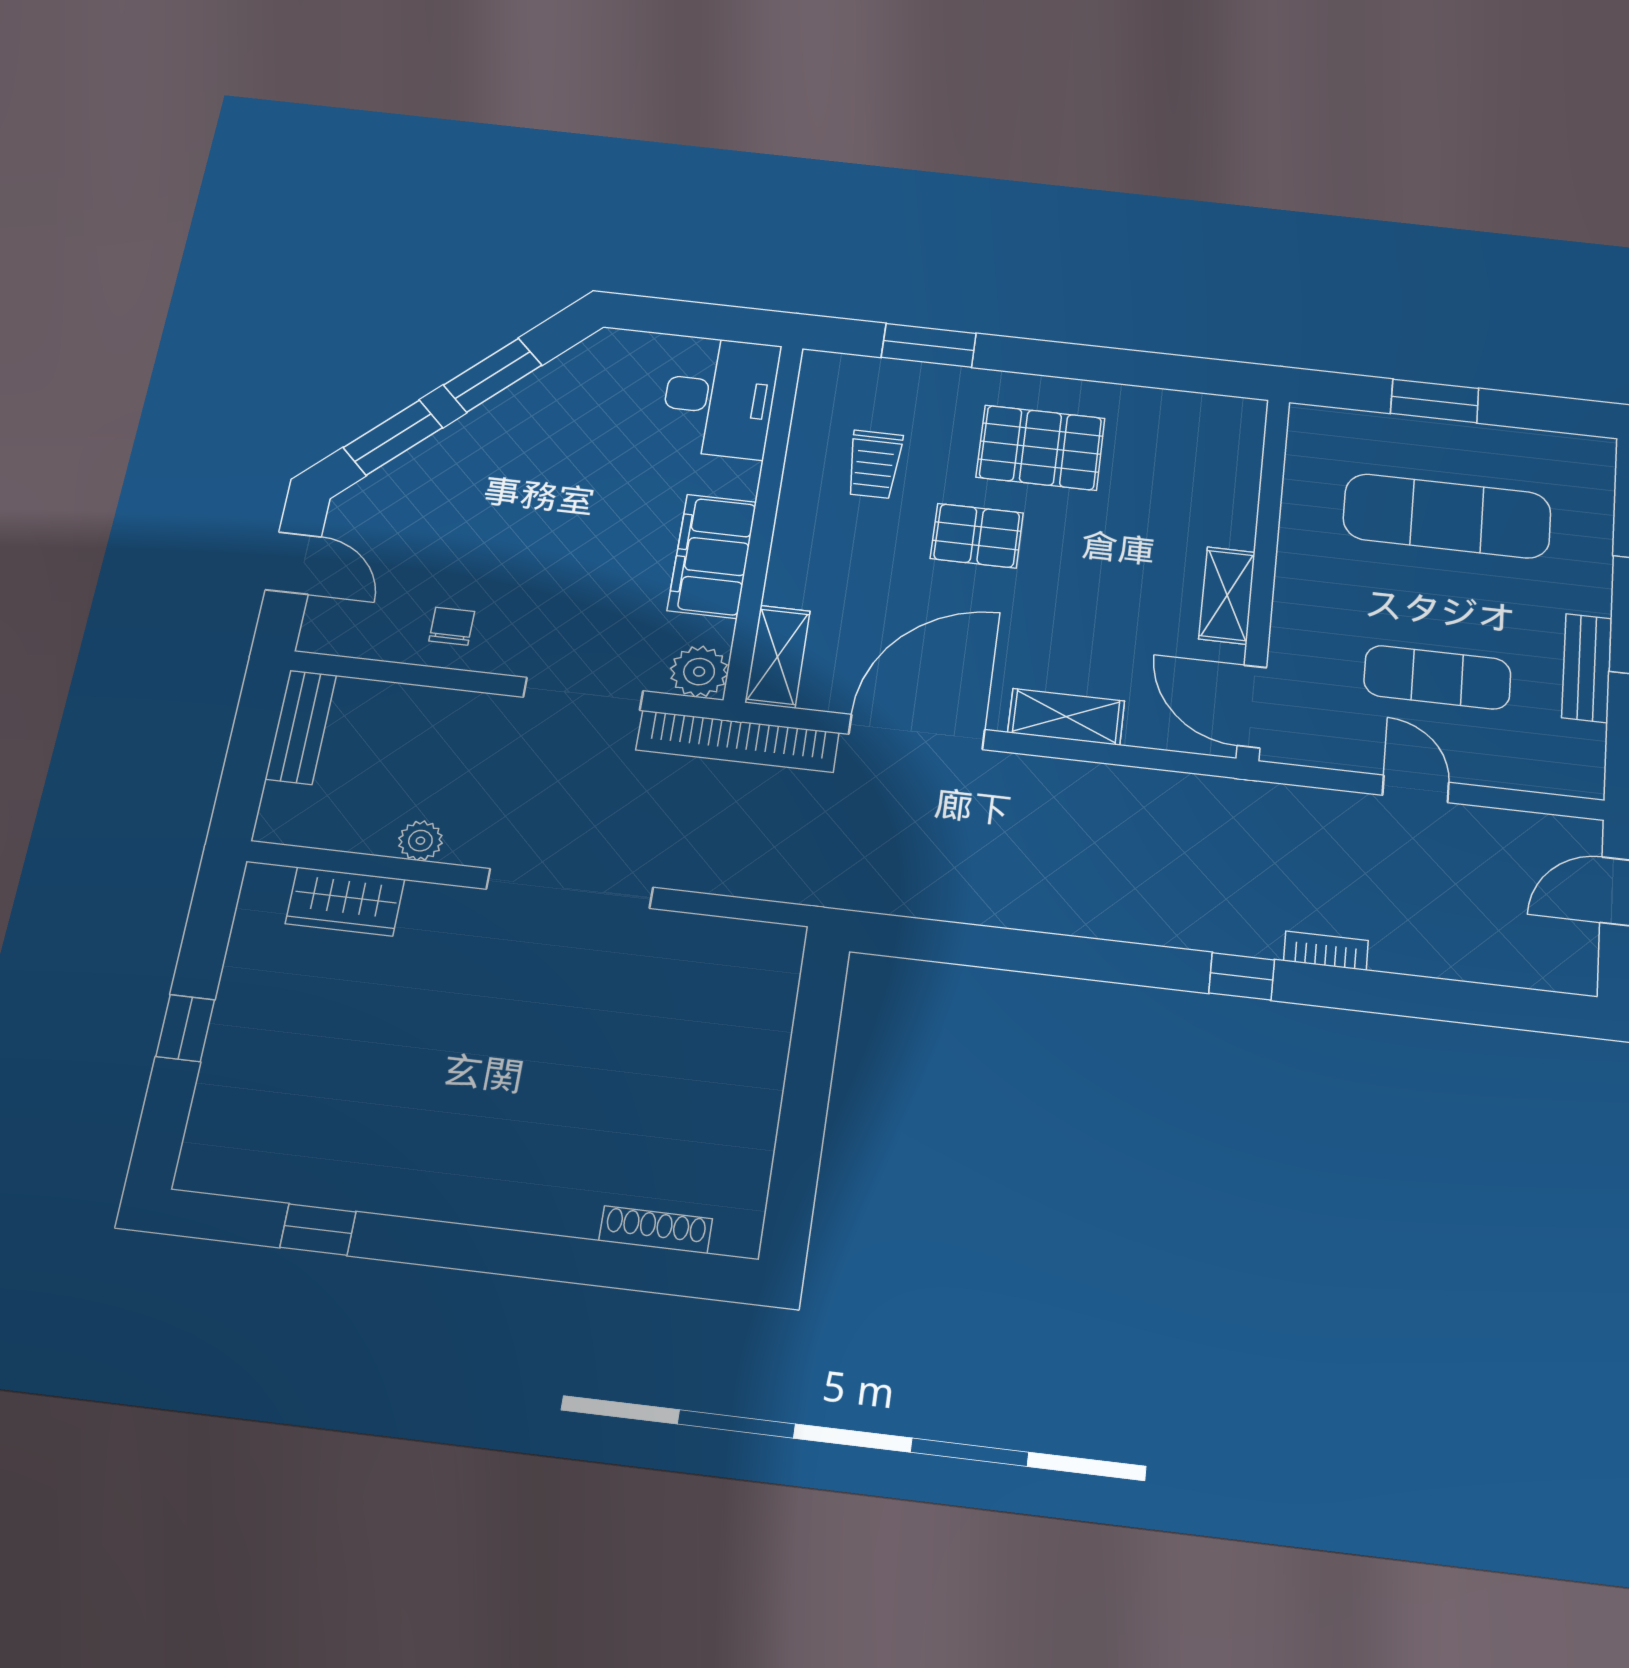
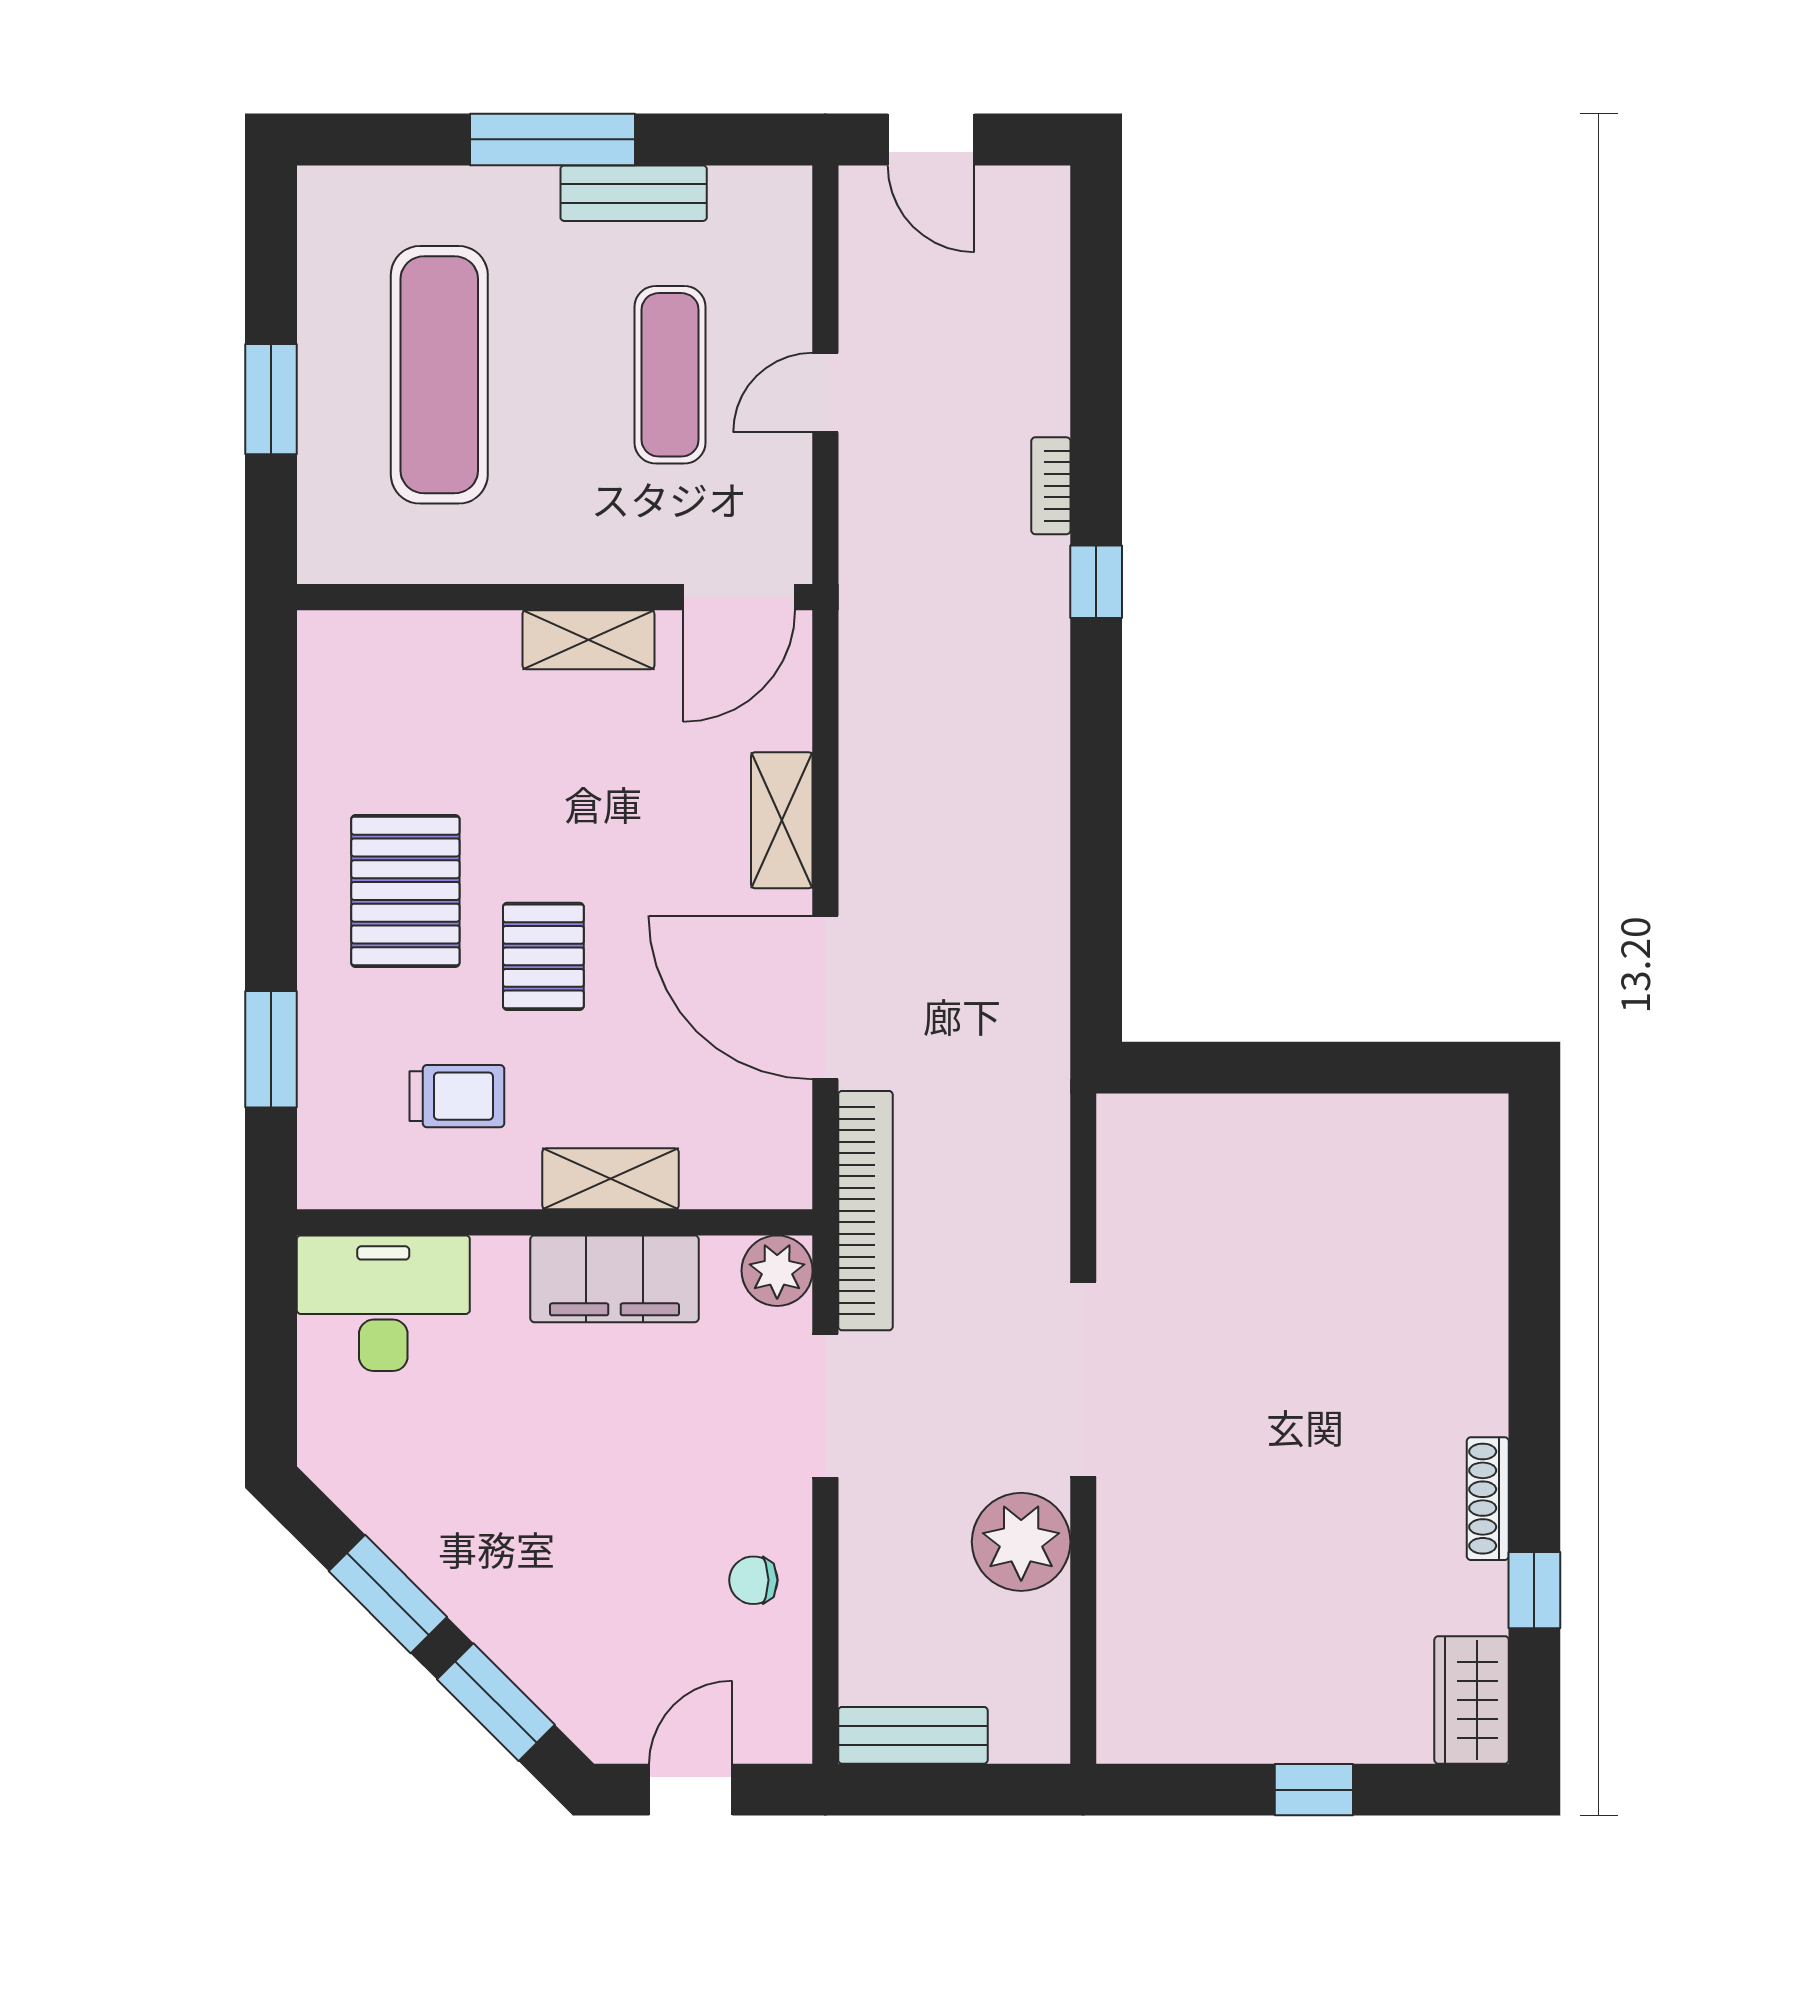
shelving: (778, 657) -> (611, 1179), moved
plant: (420, 841) -> (1021, 1542), width x1.88, depth x1.88
wardrobe: (345, 902) -> (1472, 1700), moved, turned 180
shoe rack: (656, 1230) -> (1488, 1499), moved

